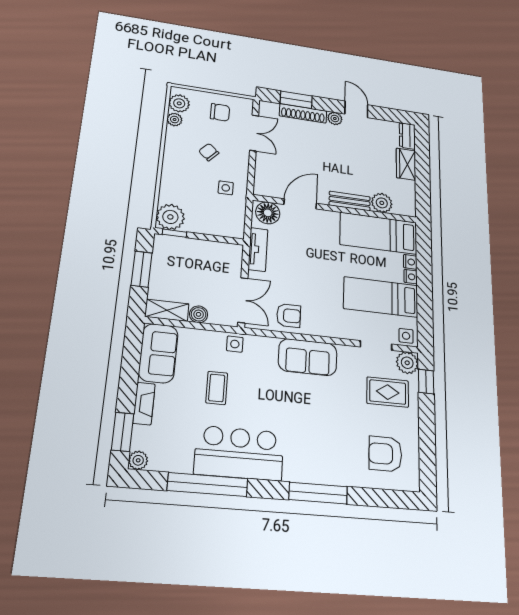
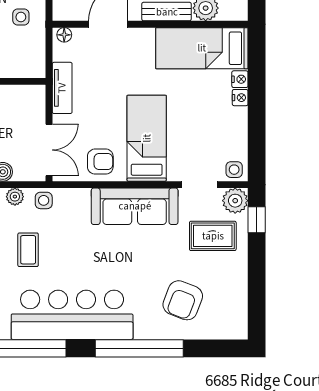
floor lamp: (268, 213) -> (64, 35), width x0.53, depth x0.53
bed: (381, 297) -> (147, 138), moved, turned 90
plant: (208, 338) -> (15, 197), added
sofa: (308, 357) -> (135, 206), width x1.36
bar counter: (239, 453) -> (72, 315), width x1.36
armchair: (385, 454) -> (183, 300), moved, turned -69
window: (318, 493) -> (139, 348), width x1.46

